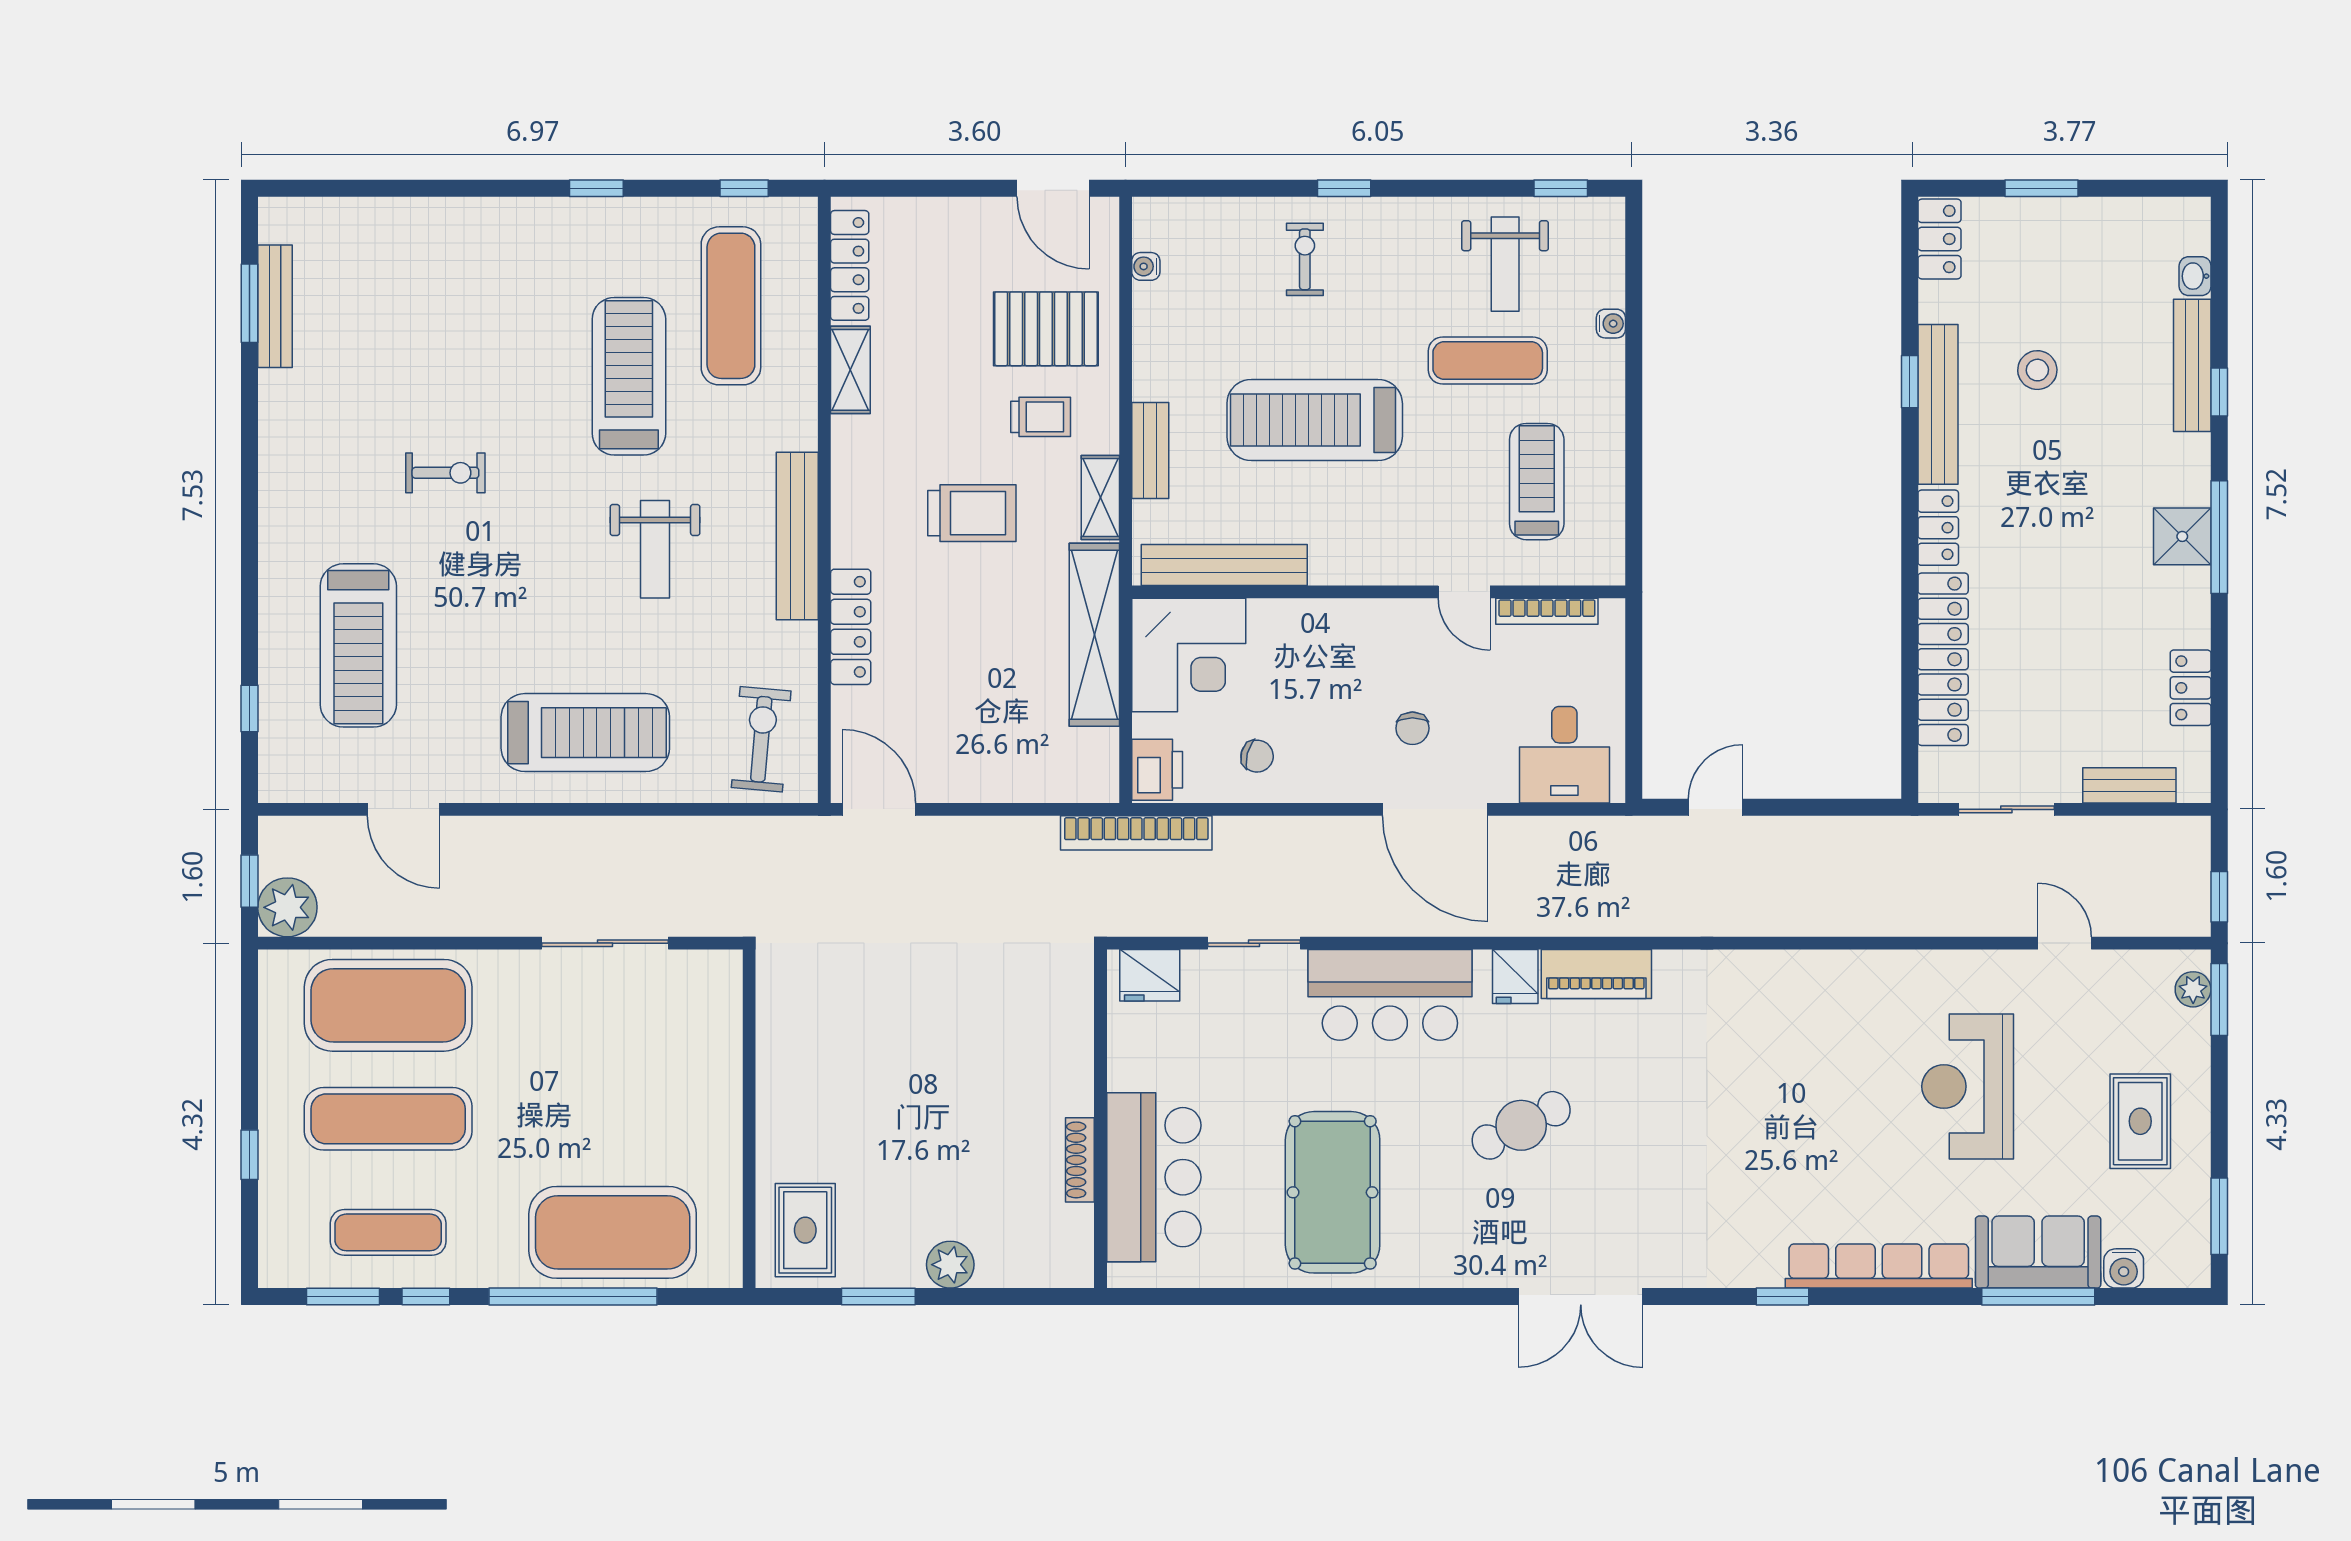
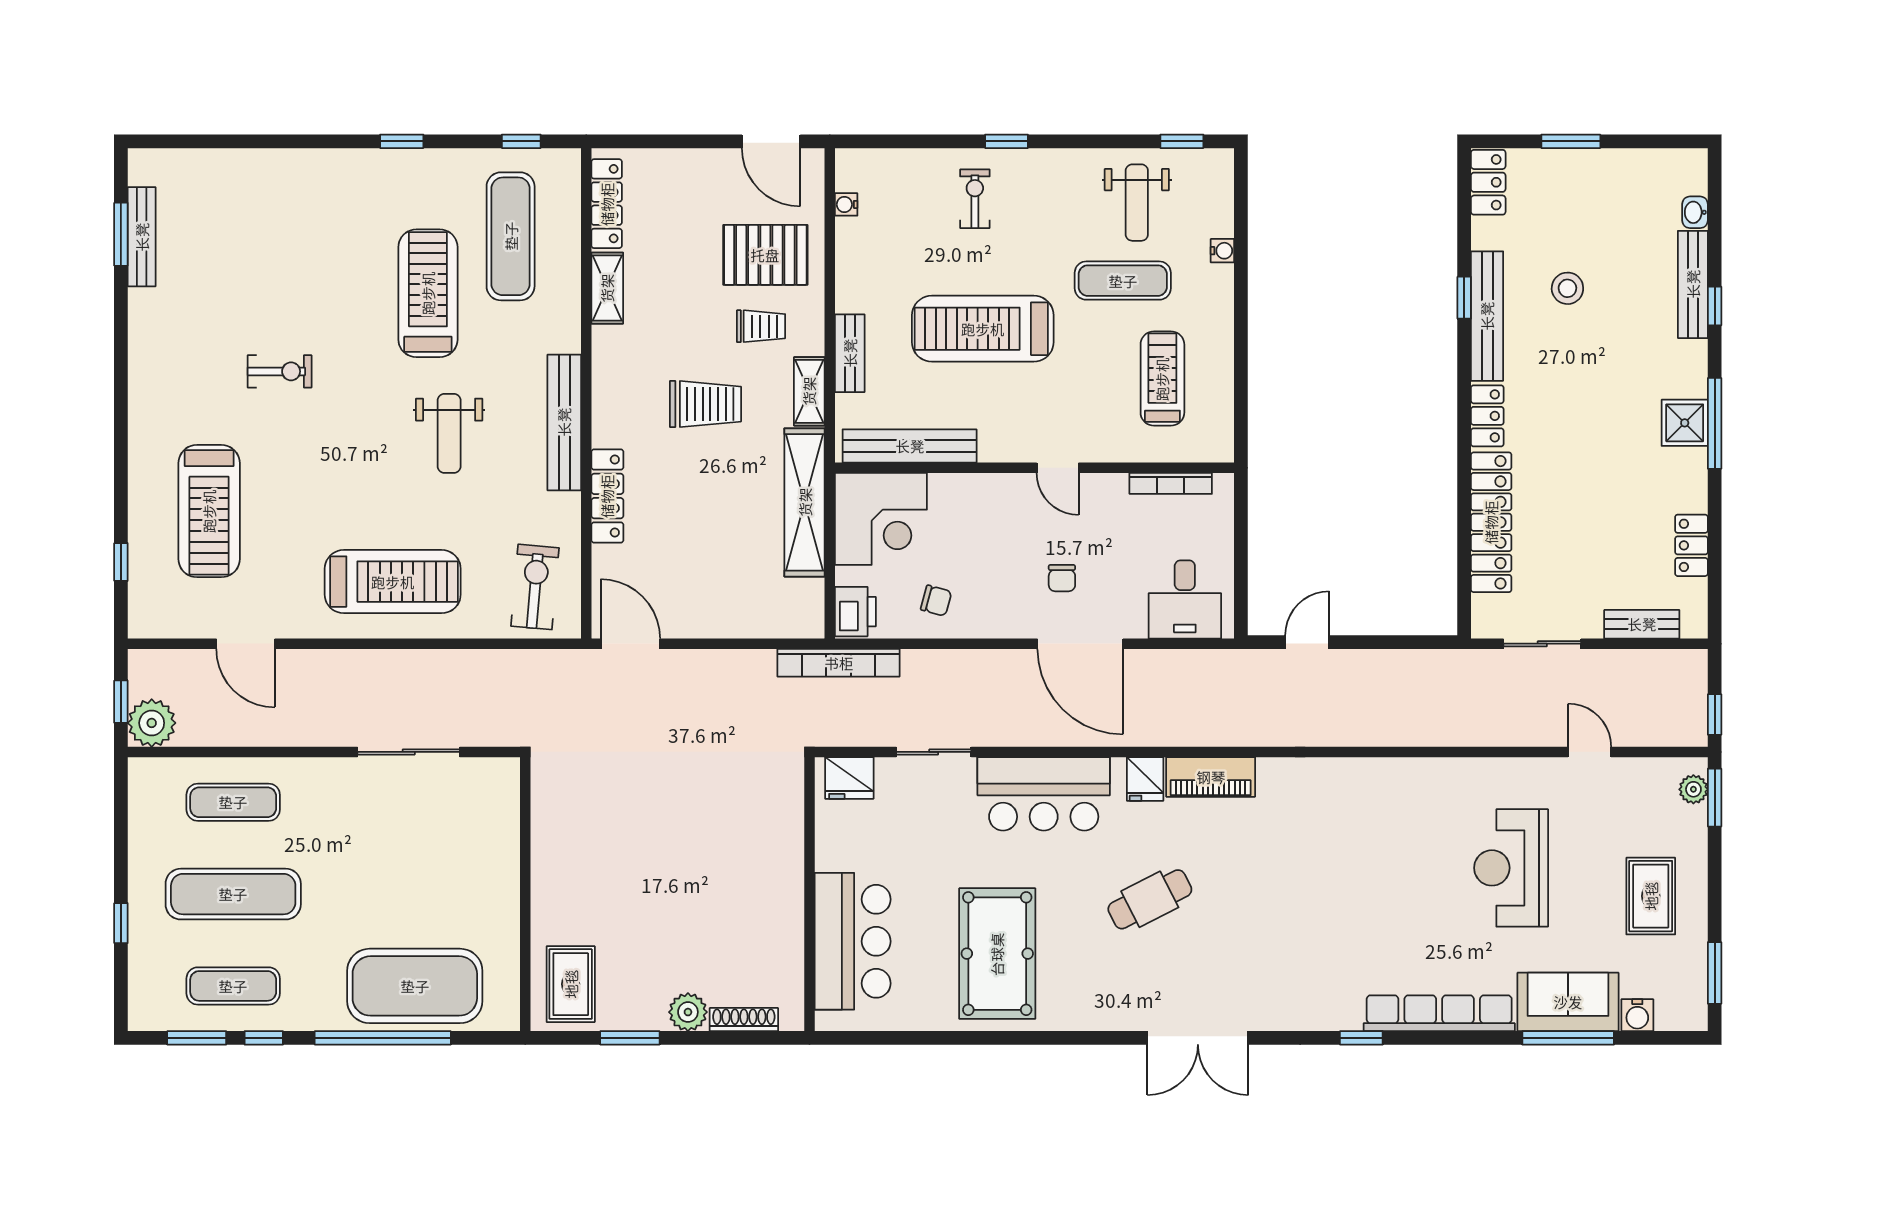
door: (1464, 592) -> (1058, 468), moved
exercise mat: (388, 1005) -> (233, 802), width x0.50, depth x0.69
shoe rack: (1080, 1160) -> (744, 1020), moved, turned 90

